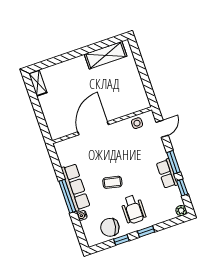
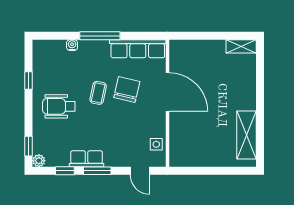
row of seats: (76, 187) -> (138, 49), moved
chair: (110, 227) -> (127, 89), moved
window: (146, 231) -> (29, 146), moved

